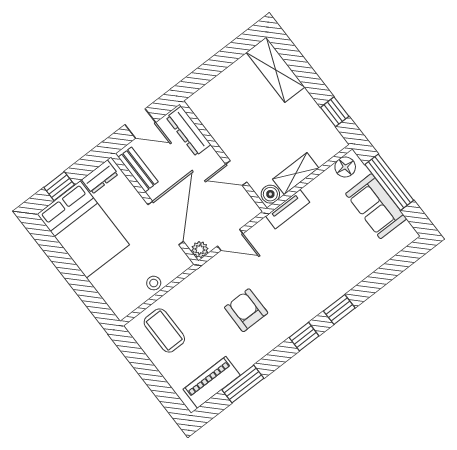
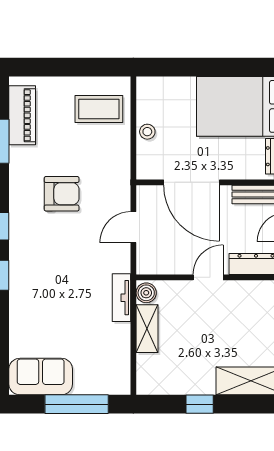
window: (335, 112) -> (200, 404), moved
floor lamp: (345, 167) -> (120, 376), removed
door: (236, 173) -> (208, 277), moved
sofa: (376, 206) -> (41, 377), moved
plant: (200, 250) -> (145, 194), removed

